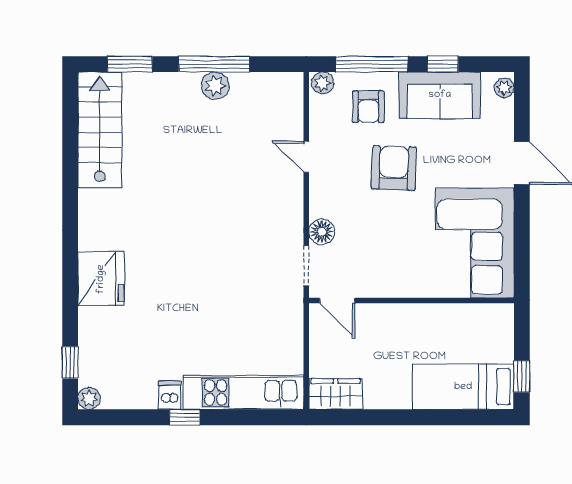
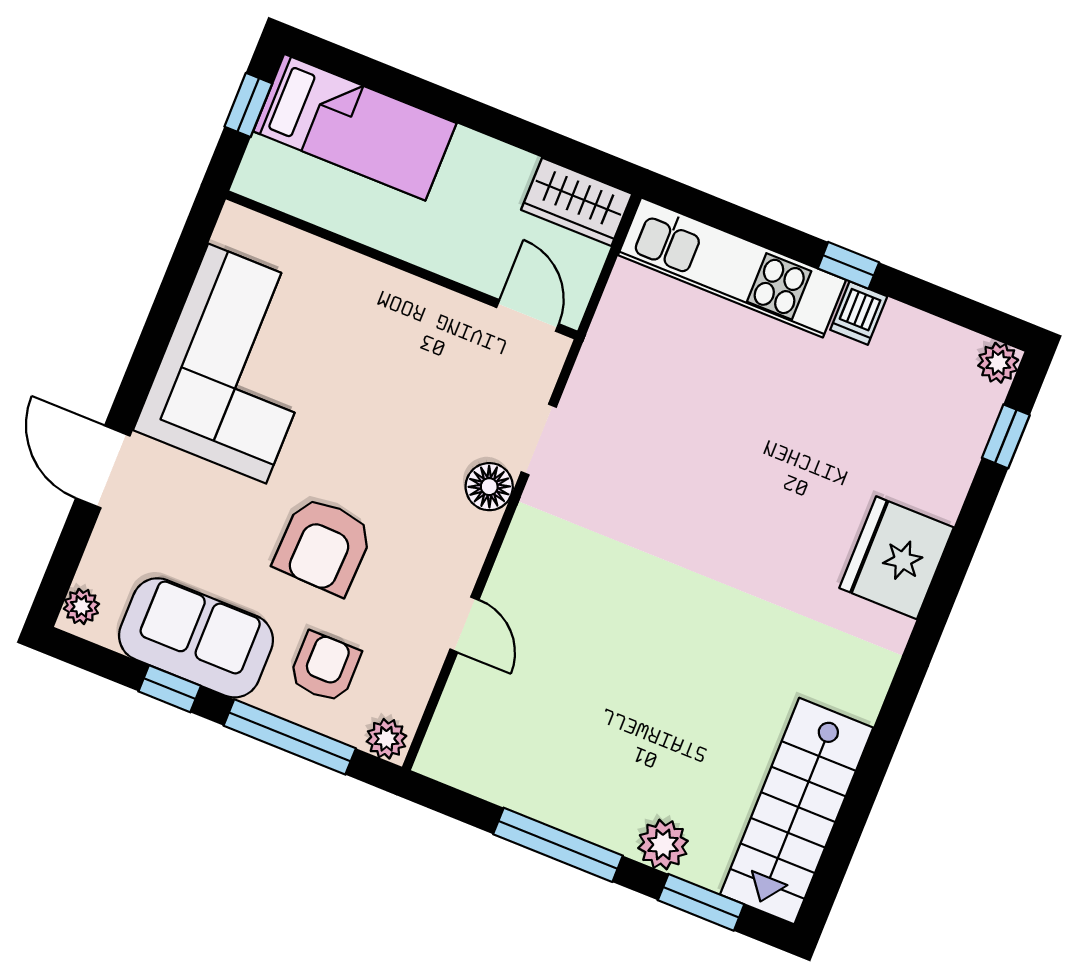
plant: (215, 86) -> (663, 845), moved
door: (337, 300) -> (528, 316), moved
wall: (411, 300) -> (402, 265), moved

